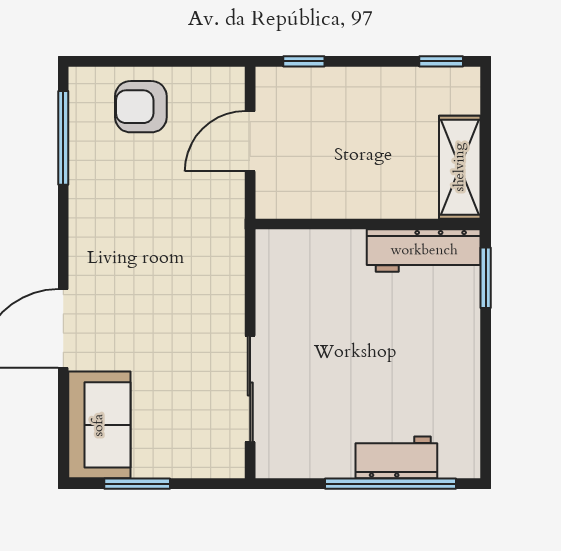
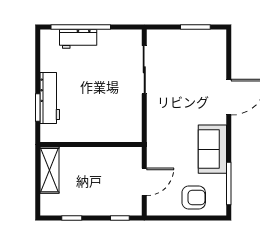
window: (441, 61) -> (72, 218), moved
workbench: (424, 251) -> (50, 98), moved, turned 90
window: (486, 278) -> (38, 107), moved
sofa: (99, 425) -> (212, 149), moved

